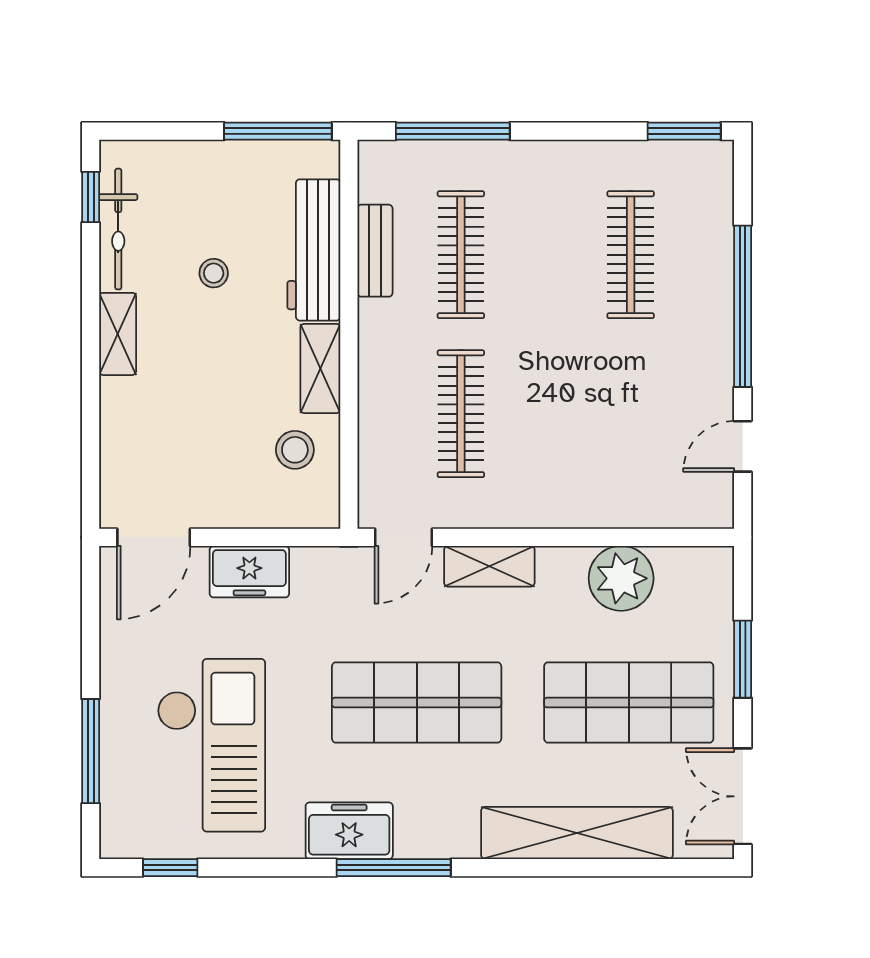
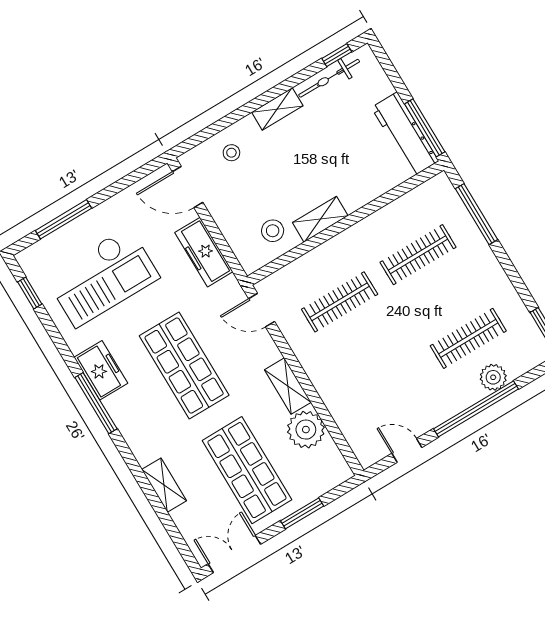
workbench: (314, 250) -> (405, 134), moved, turned -90
bench: (375, 251) -> (395, 211), removed
plant: (711, 252) -> (493, 377), added
stool: (214, 273) -> (231, 153), moved
shelving: (489, 566) -> (288, 386), moved
freezer: (249, 572) -> (204, 252), width x1.40
shelving: (577, 833) -> (164, 485), width x0.45, depth x0.75

